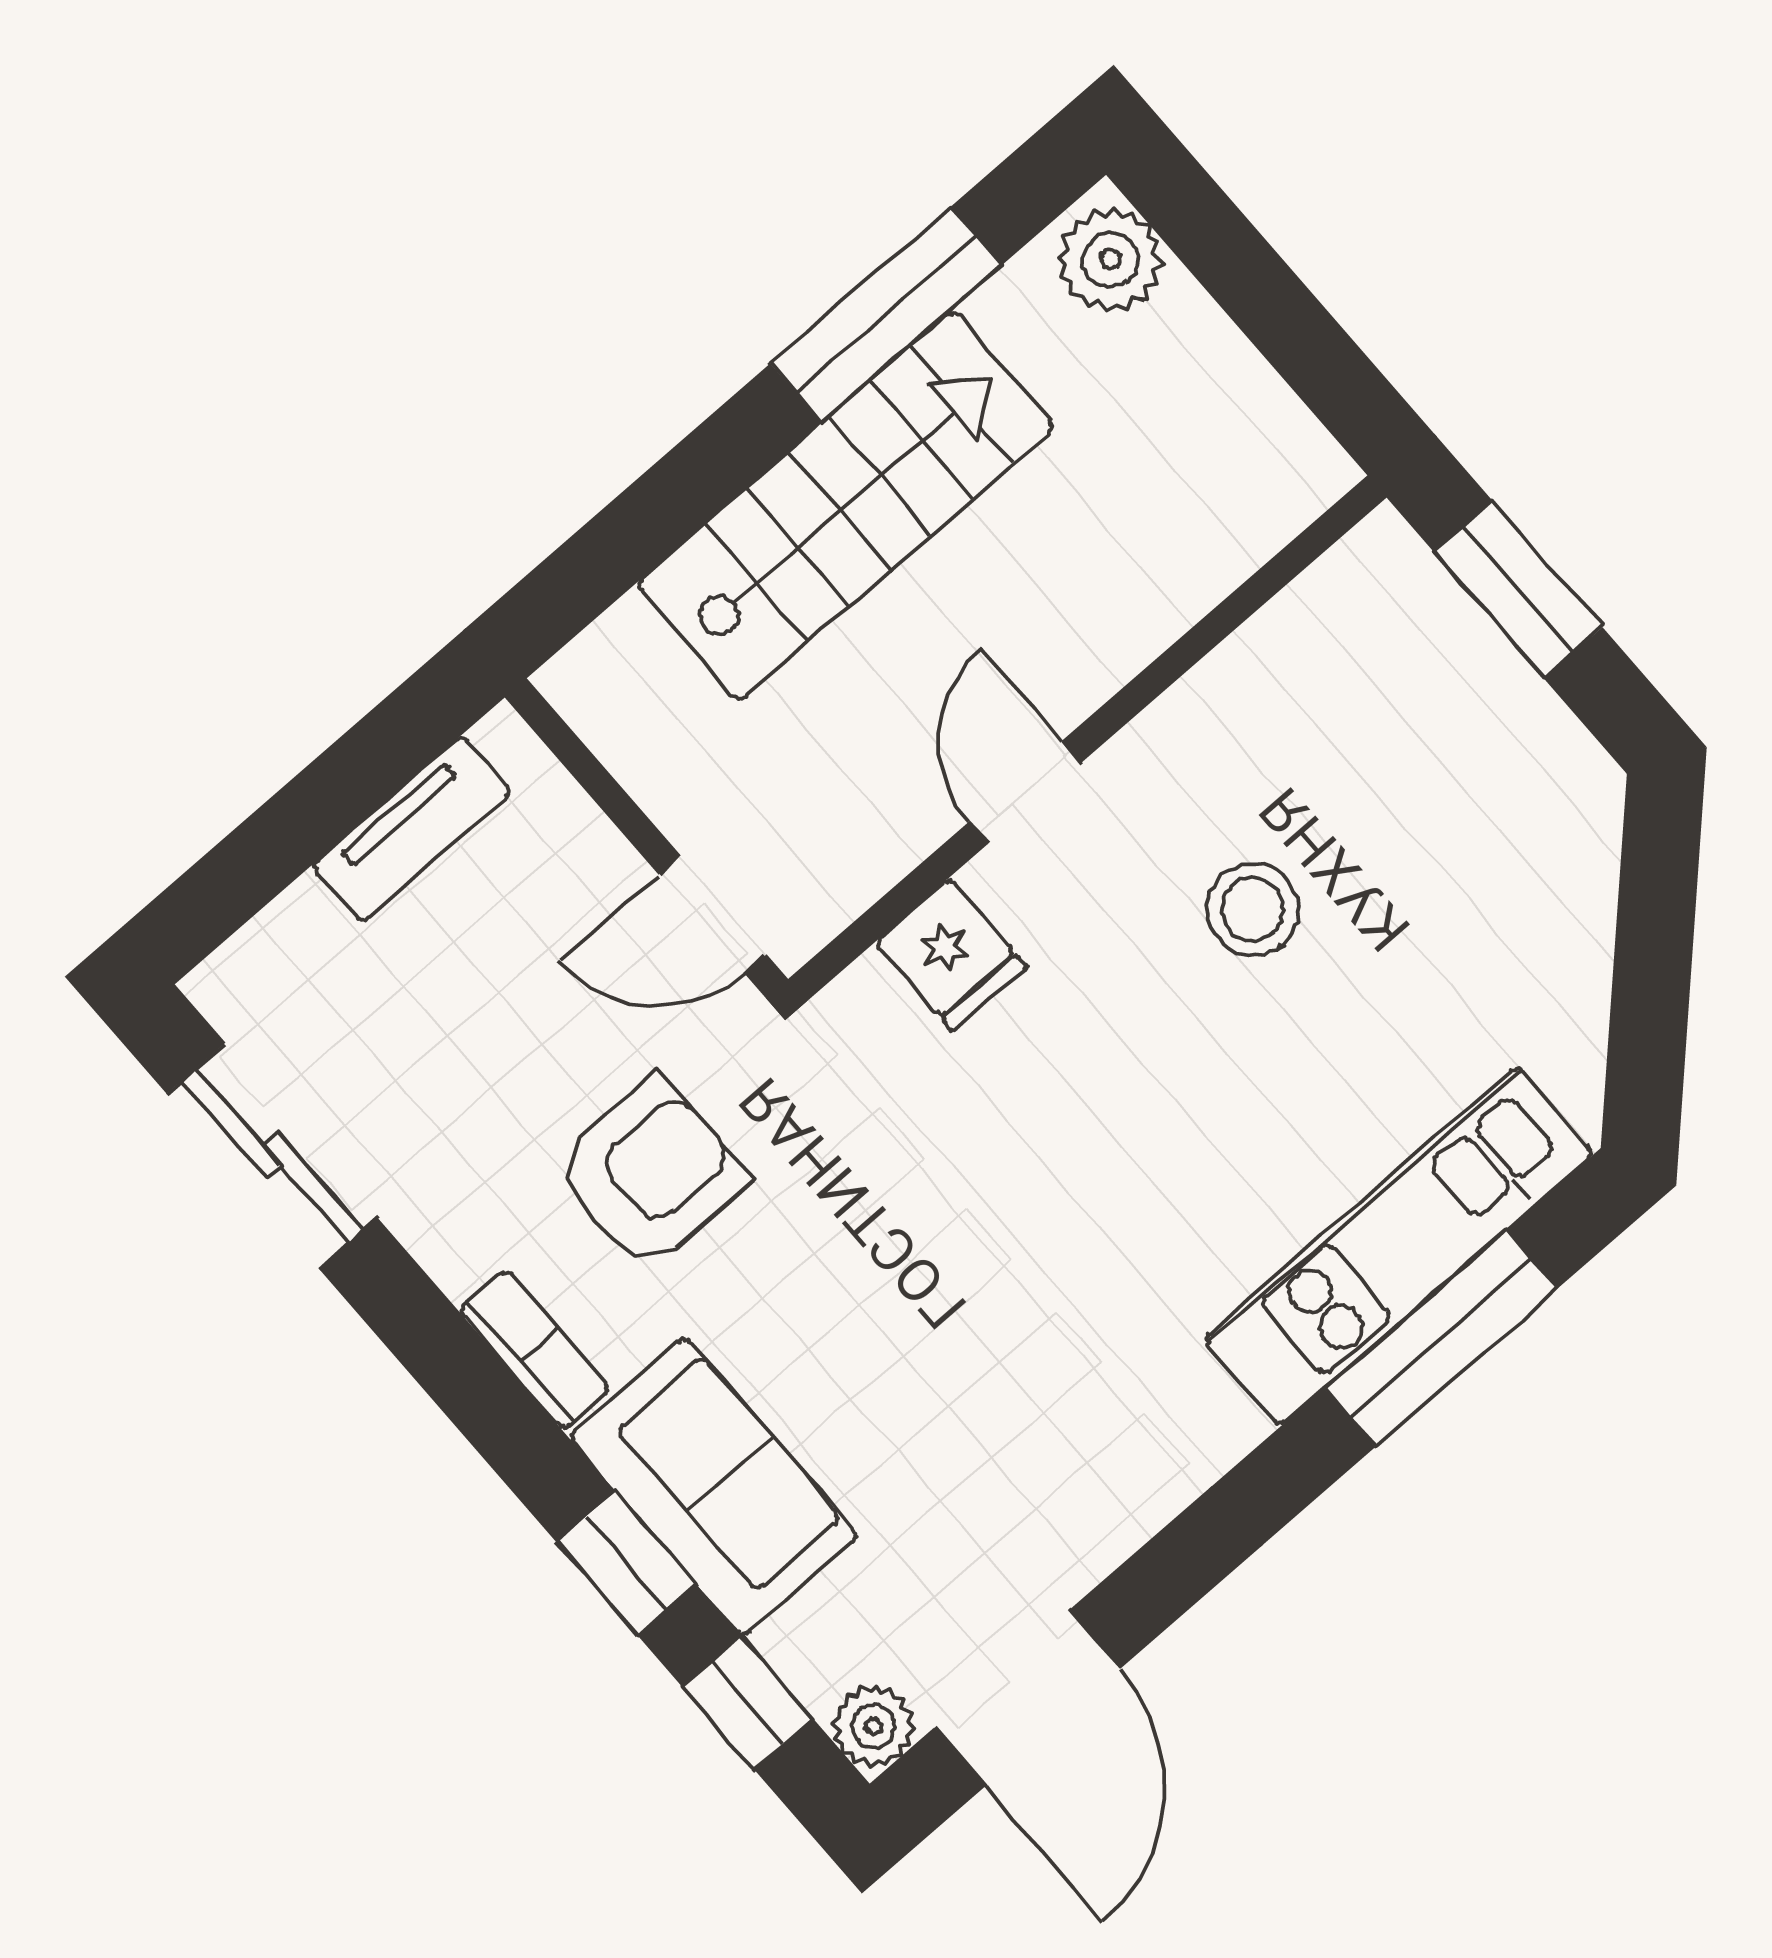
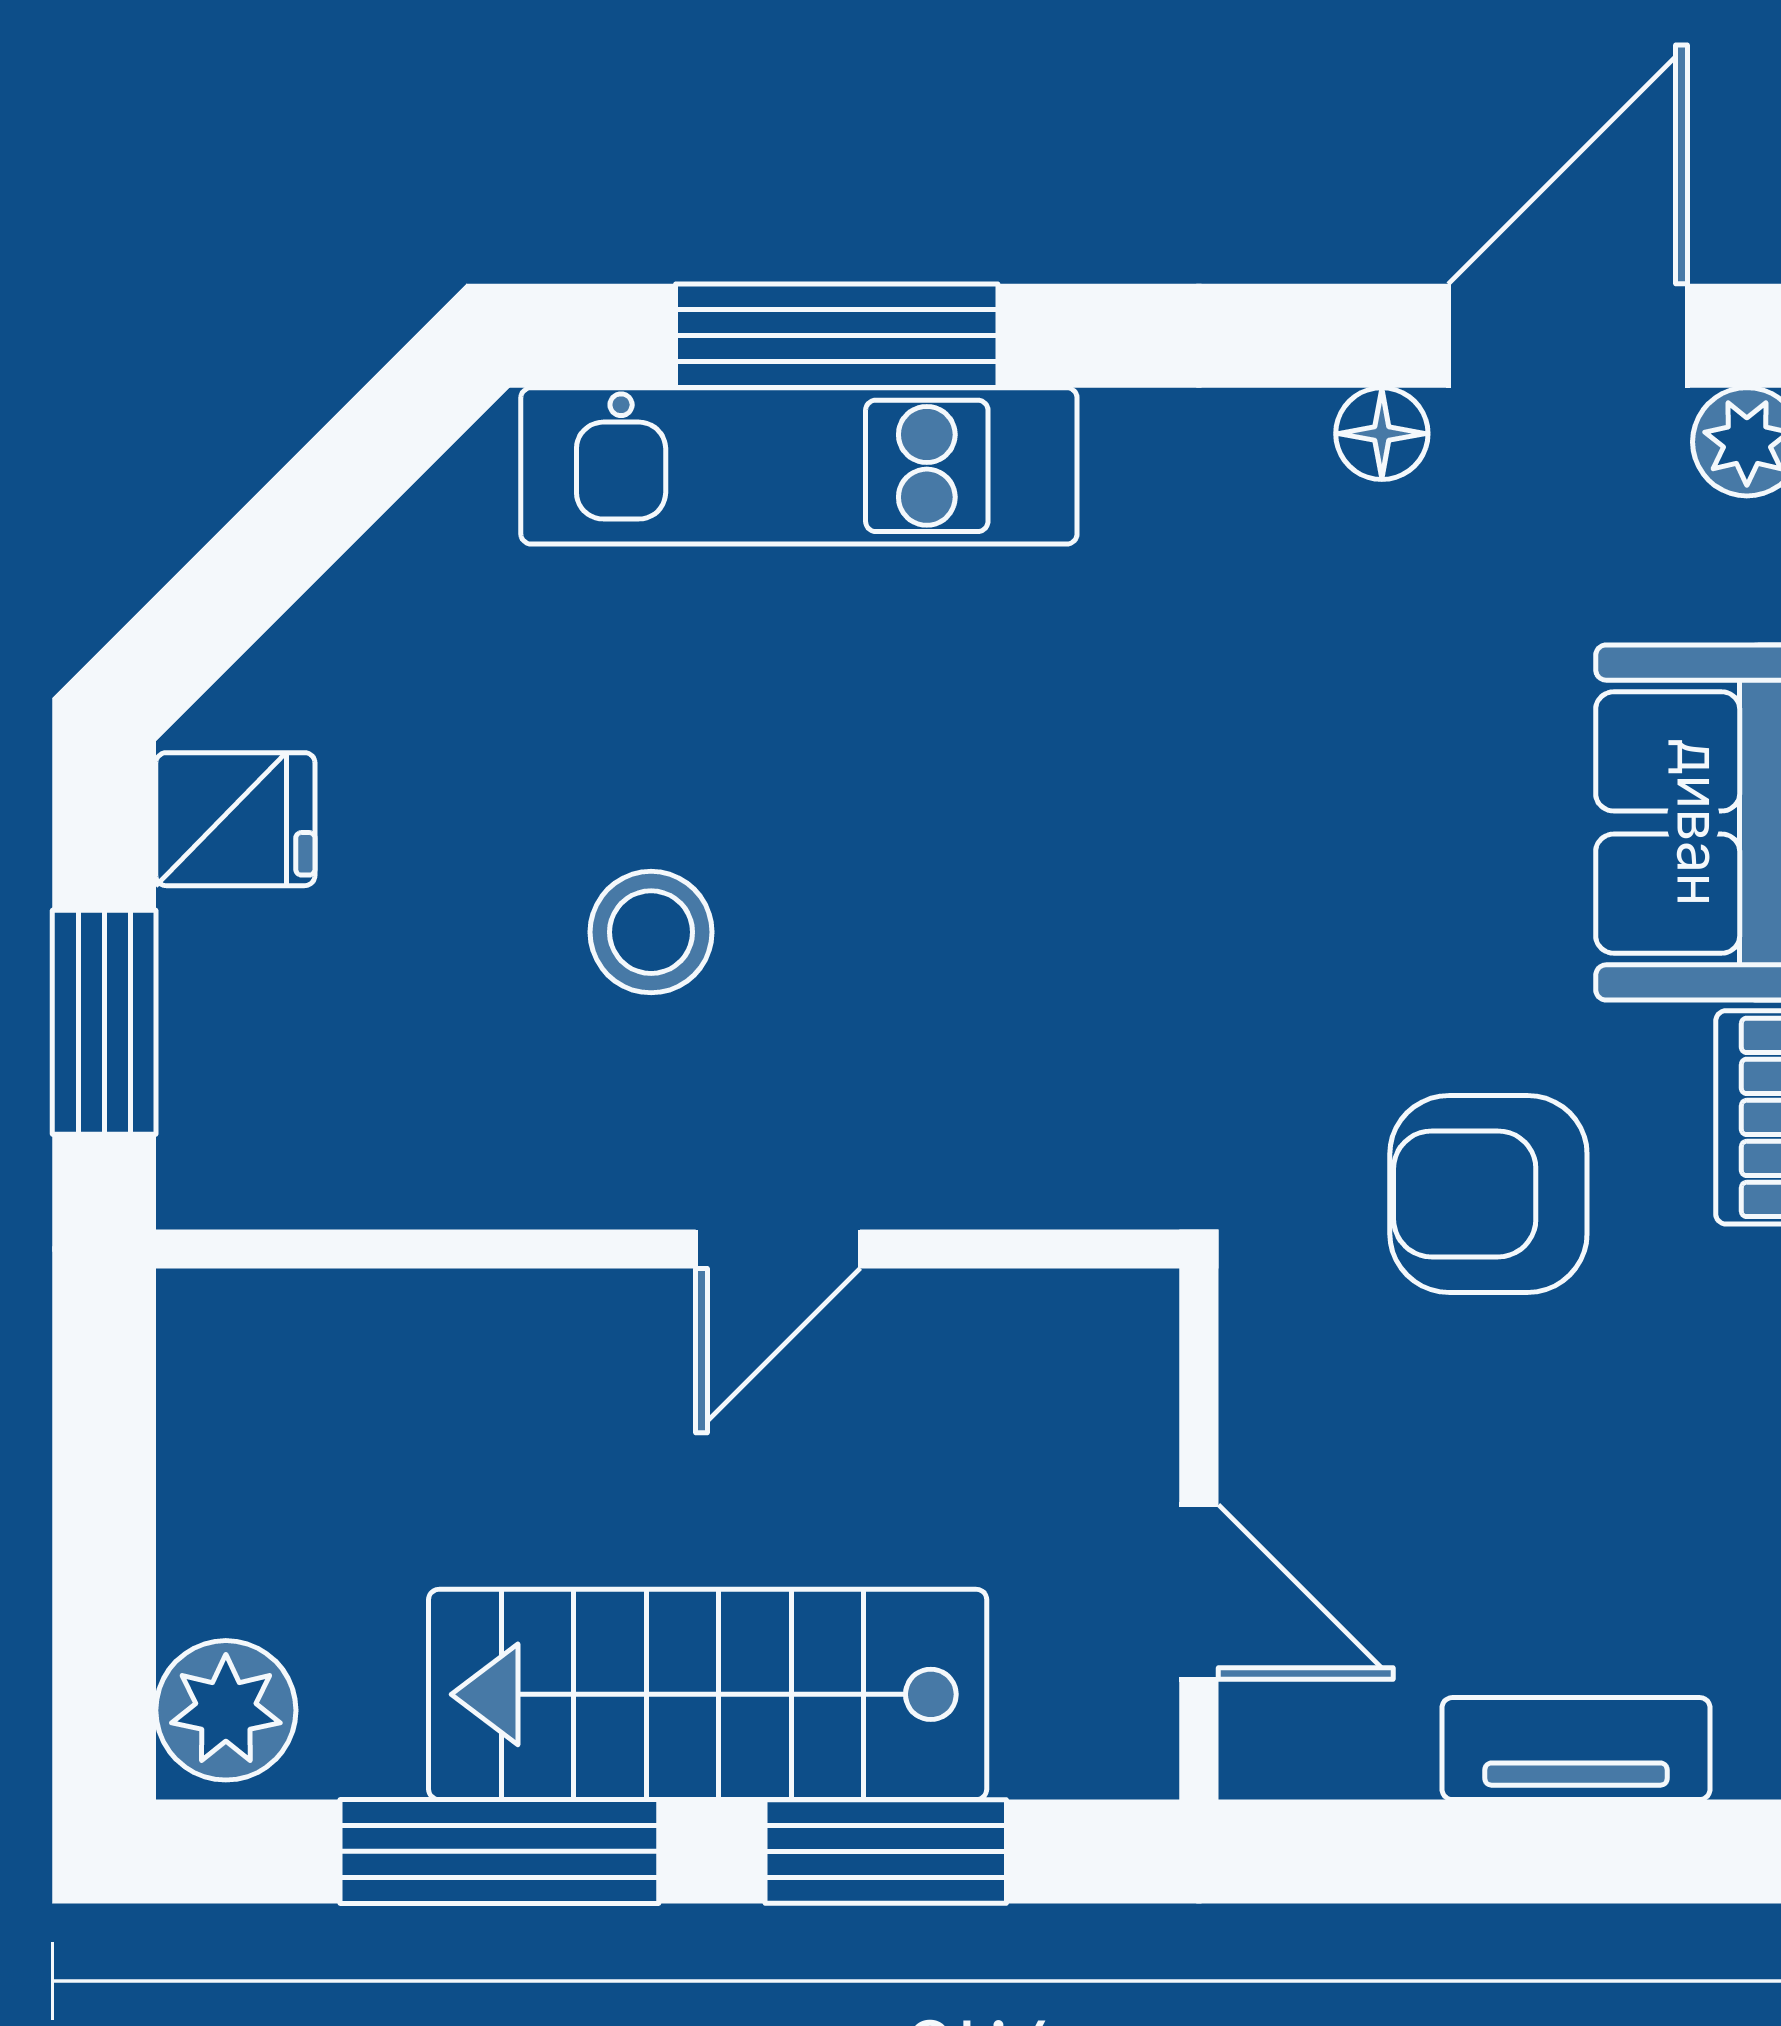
window: (667, 504) -> (886, 1851), added
tv unit: (412, 829) -> (1576, 1749), moved
door: (713, 915) -> (1199, 1592), moved
fridge: (951, 955) -> (235, 819), moved, turned 90
floor lamp: (1084, 1551) -> (1382, 434), added

